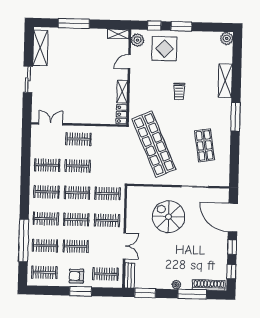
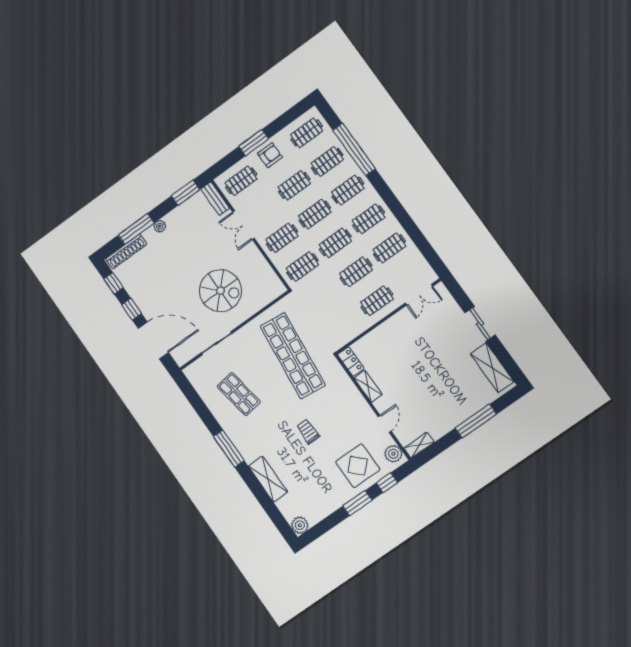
shop shelf: (154, 144) -> (293, 356), turned 30

